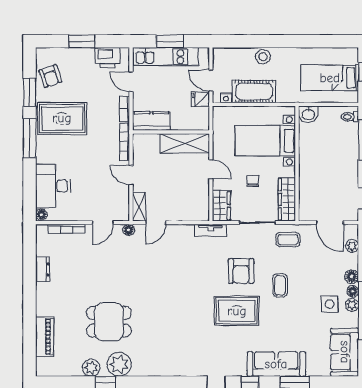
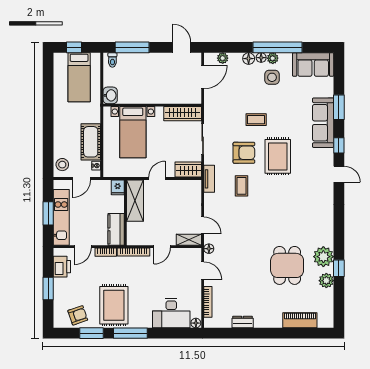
stool: (263, 57) -> (62, 165), moved
fridge: (200, 99) -> (118, 187), moved
chair: (253, 181) -> (167, 143), removed
coffee table: (288, 240) -> (242, 186), moved

